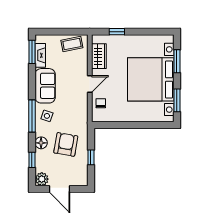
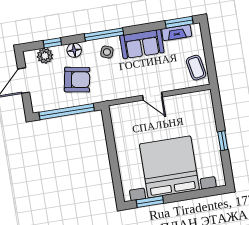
window: (117, 32) -> (223, 141), moved
wardrobe: (99, 56) -> (187, 102), removed
window: (177, 61) -> (196, 194), removed
chair: (101, 103) -> (132, 113), removed
window: (91, 157) -> (67, 112), width x3.17
plant: (42, 179) -> (45, 56), moved

